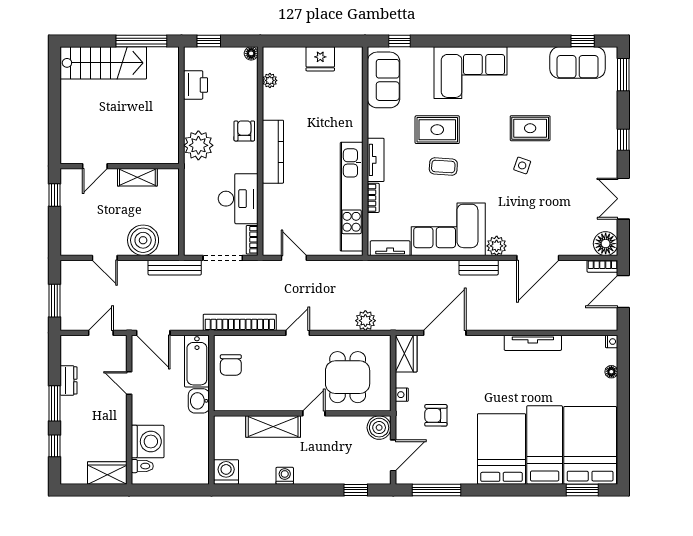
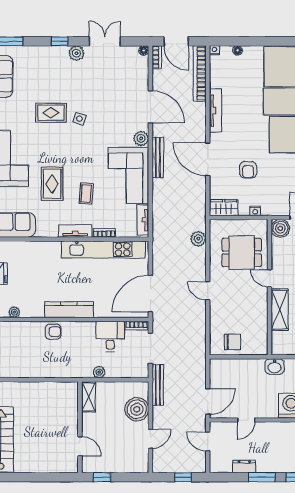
printer: (196, 85) -> (18, 369), removed
rug: (530, 128) -> (51, 113), turned 90
armchair: (244, 131) -> (53, 332), turned 180
plant: (198, 145) -> (99, 372), moved, width x0.53, depth x0.53
plant: (608, 162) -> (76, 53), added
coffee table: (443, 167) -> (86, 194), moved
shelving: (137, 177) -> (88, 397), moved
desk: (238, 199) -> (110, 336), width x0.73
double door: (623, 199) -> (105, 41), swing flipped
floor lamp: (606, 244) -> (144, 50), width x0.53, depth x0.53
door: (294, 258) -> (150, 294), width x1.88
bench: (479, 268) -> (158, 157), width x1.36
window: (54, 301) -> (183, 477), width x0.67
bookcase: (240, 322) -> (200, 73), moved
door: (445, 333) -> (208, 159), moved
bathtub: (197, 361) -> (229, 368), removed
washbasin: (199, 401) -> (275, 367), moved
armchair: (436, 415) -> (248, 170), moved

